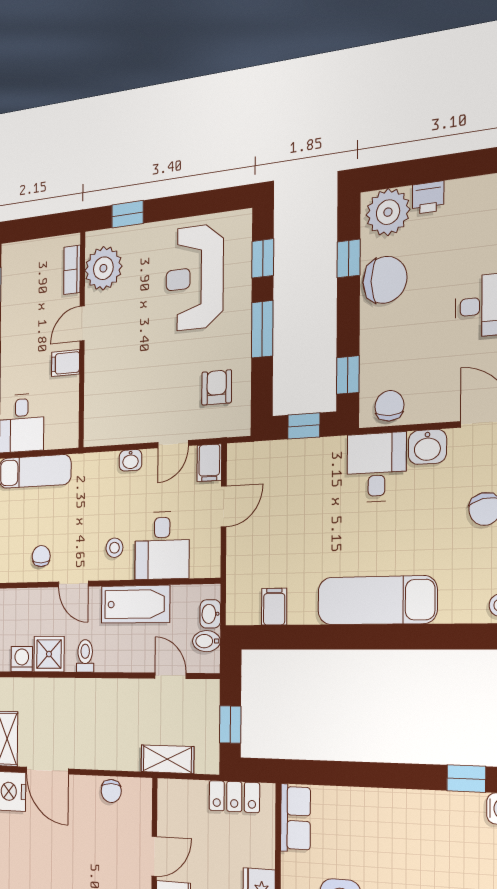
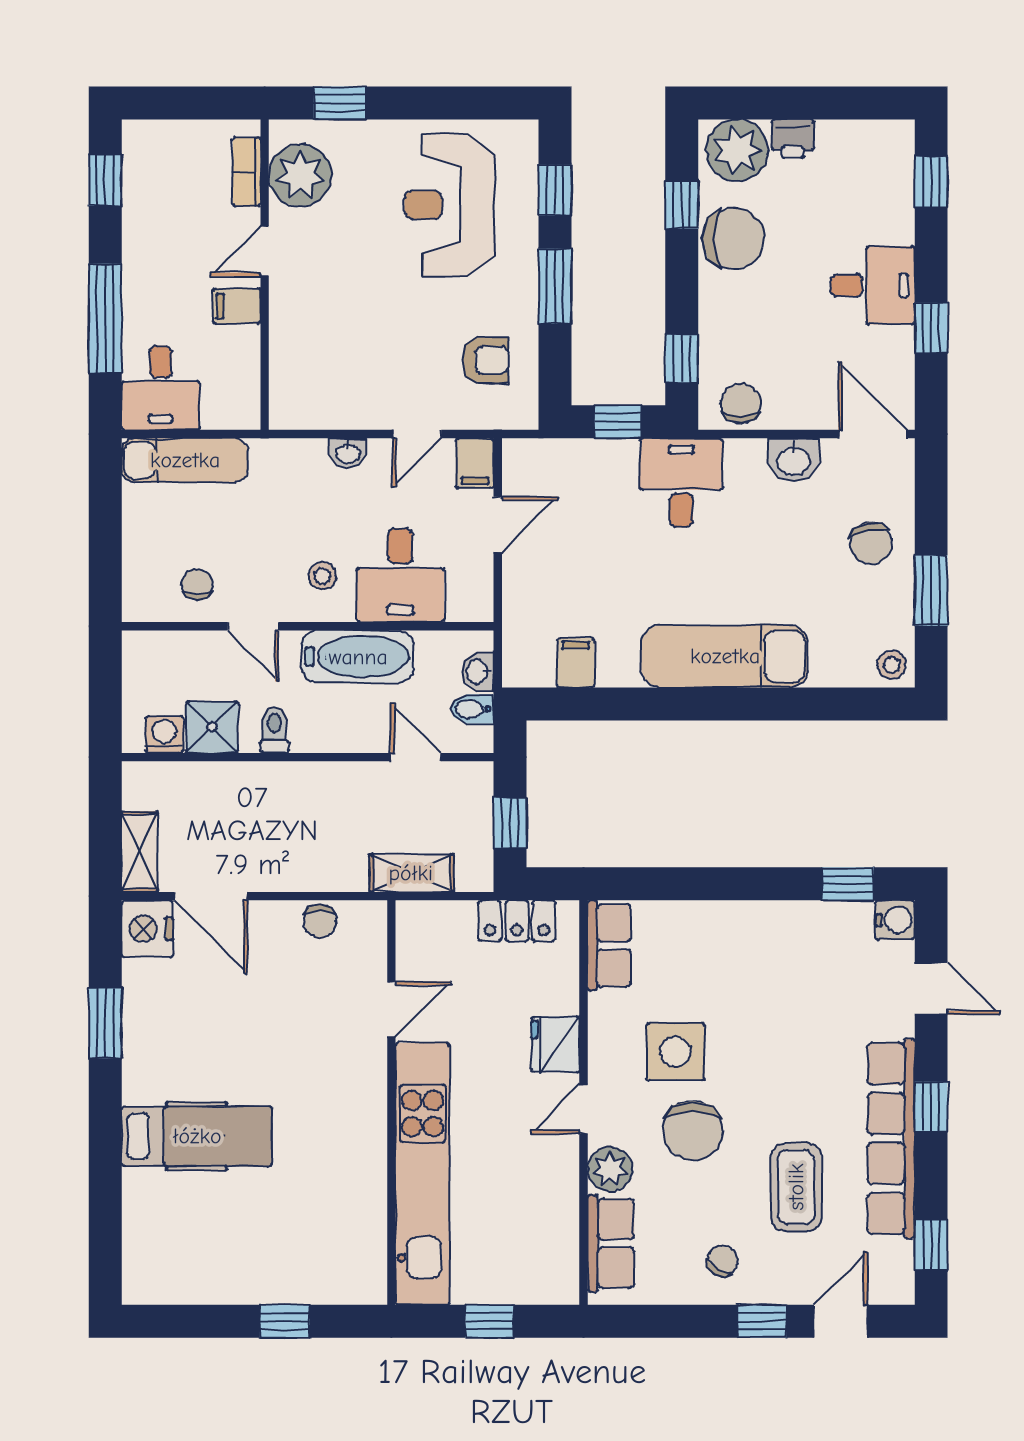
armchair: (217, 387) -> (485, 360), turned 90
desk: (377, 467) -> (681, 483), moved

